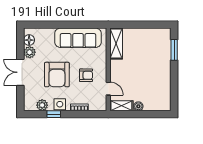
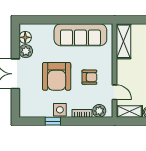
plant: (42, 105) -> (99, 111), moved

